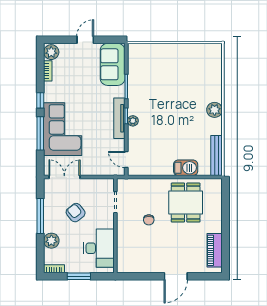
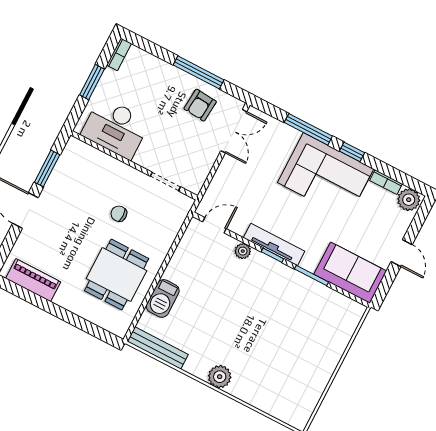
plant: (133, 121) -> (243, 251), moved
corner sofa: (63, 129) -> (326, 176), moved
dining table: (186, 203) -> (117, 275), turned 90
armchair: (76, 213) -> (200, 105), moved, turned 134
plant: (51, 241) -> (158, 70), removed
window: (144, 276) -> (47, 168), added

